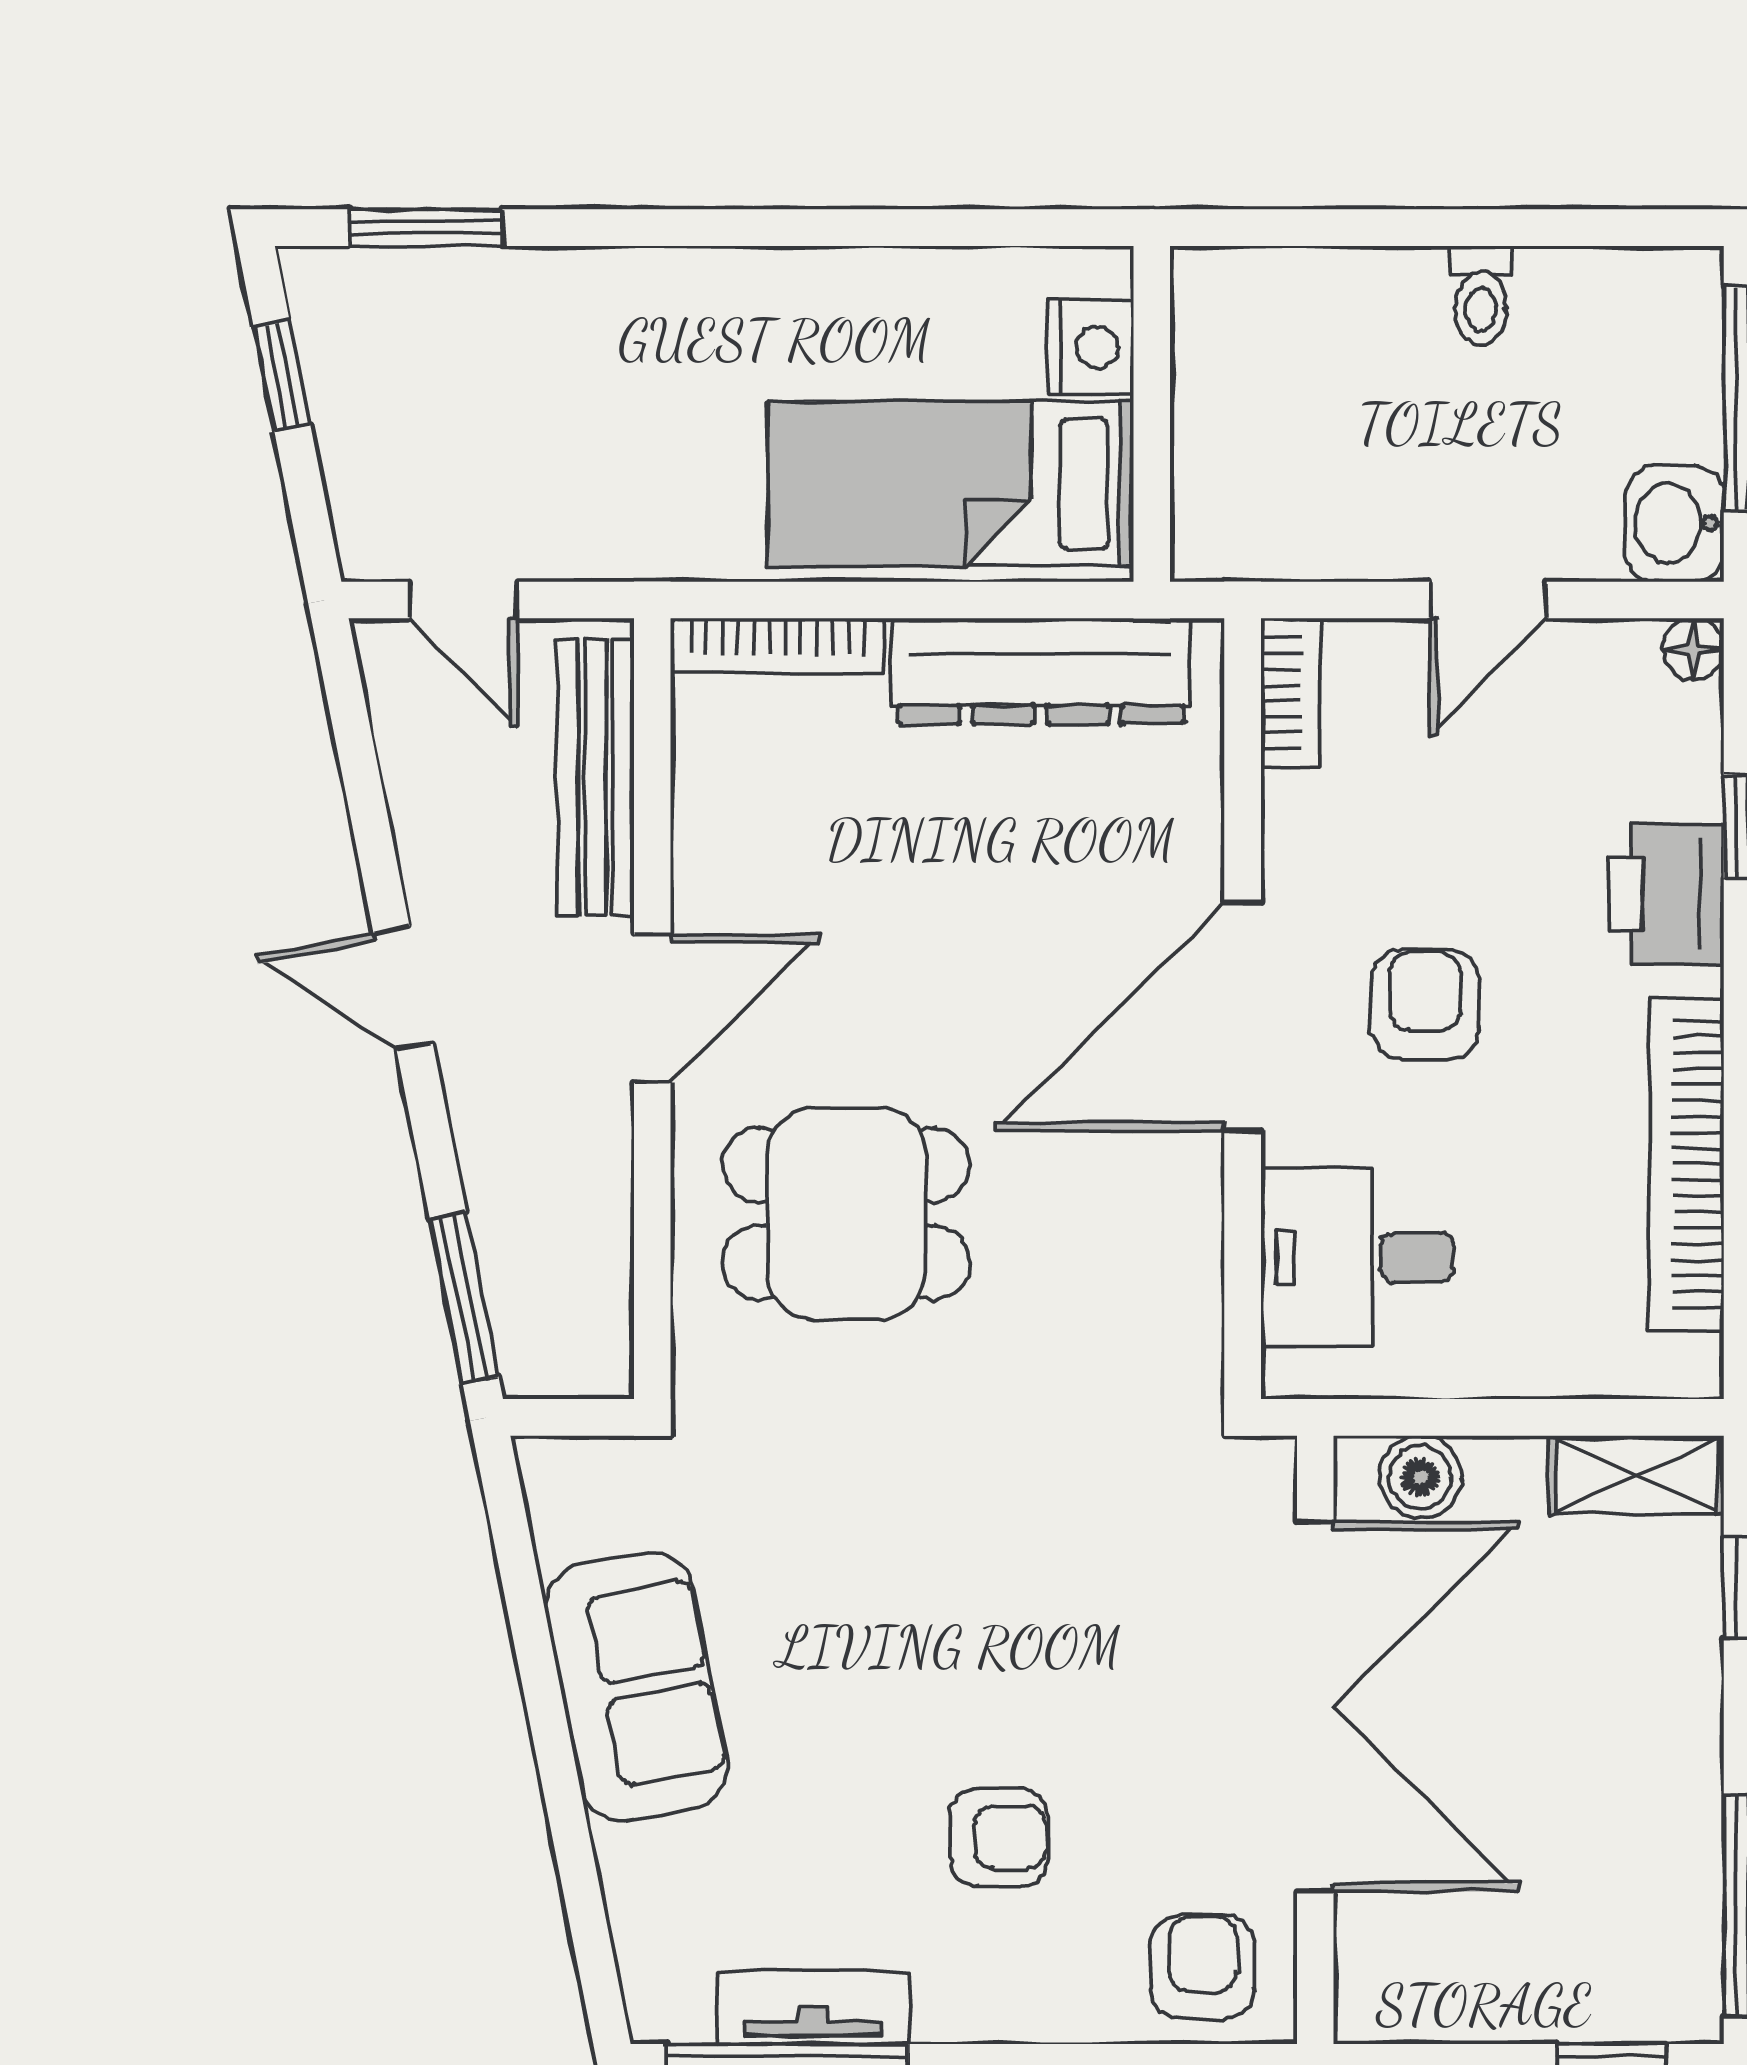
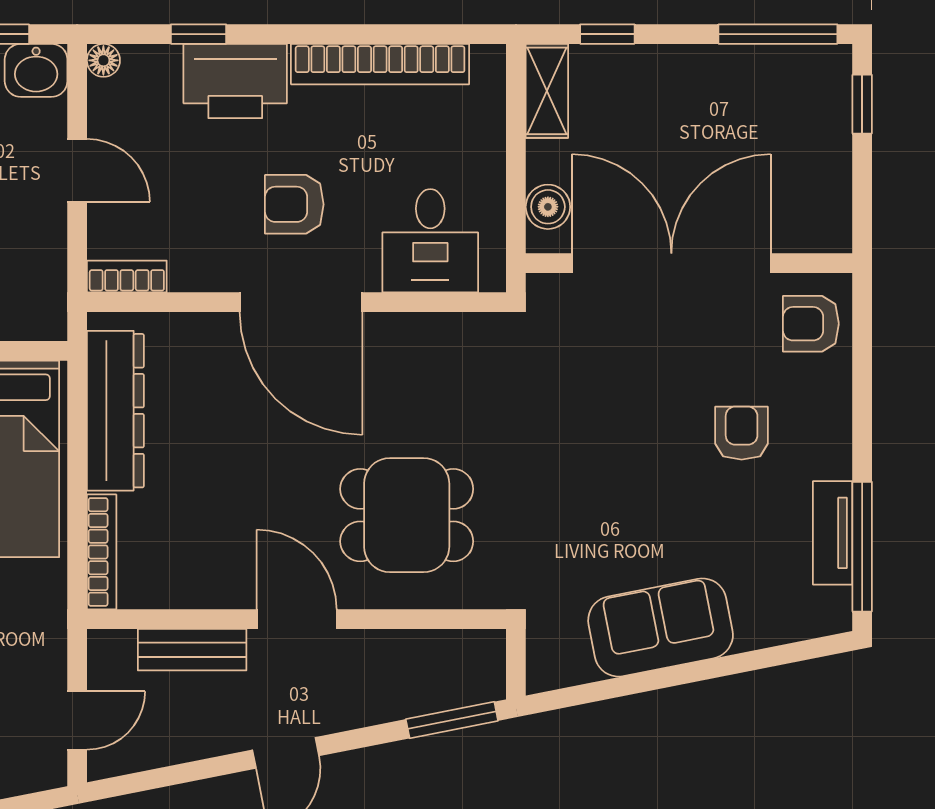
bench: (595, 777) -> (192, 650), width x0.73
printer: (1666, 894) -> (235, 81), width x1.37, depth x1.19
dining table: (846, 1214) -> (407, 515), turned 90

